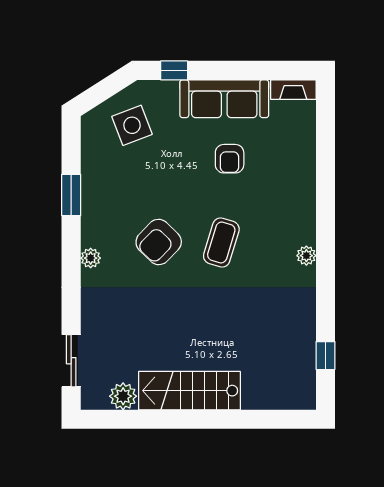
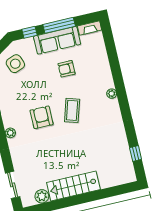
window: (235, 70) -> (59, 25), added
armchair: (230, 159) -> (66, 69), turned 90
armchair: (159, 242) -> (42, 117), turned 136
plant: (306, 256) -> (112, 94), moved

